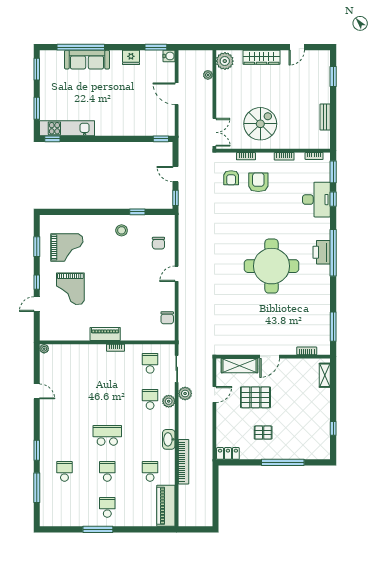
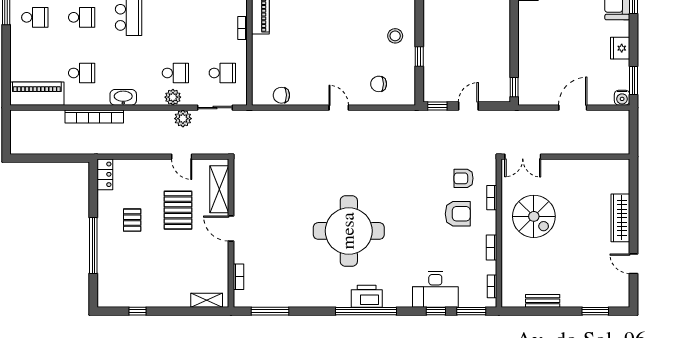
plant: (225, 61) -> (616, 170), removed
plant: (208, 75) -> (597, 148), removed

